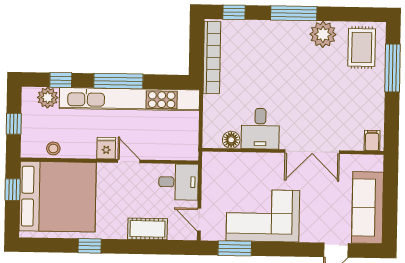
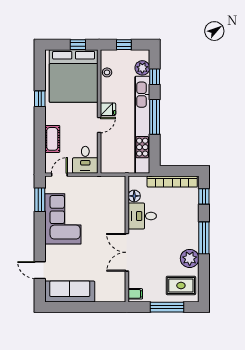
desk: (260, 129) -> (142, 216), moved
floor lamp: (231, 140) -> (134, 196), moved
filing cabinet: (372, 141) -> (135, 294), moved
wall: (293, 151) -> (127, 239), moved
double door: (312, 152) -> (127, 252), moved

